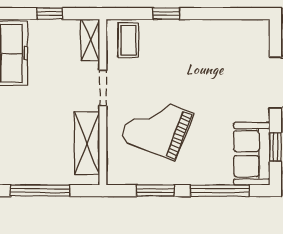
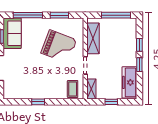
window: (166, 14) -> (38, 102), moved

